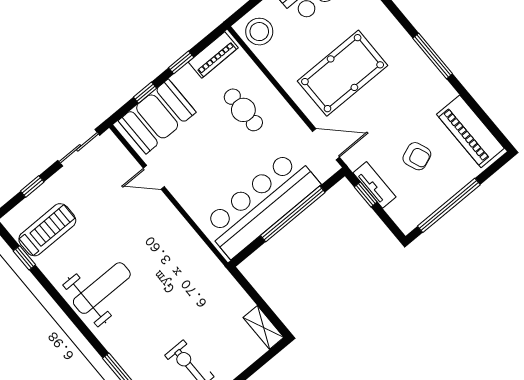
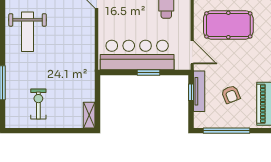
tv unit: (375, 185) -> (199, 91), width x1.41
window: (293, 214) -> (148, 73), width x0.47
weight bench: (102, 288) -> (28, 32), turned 90

